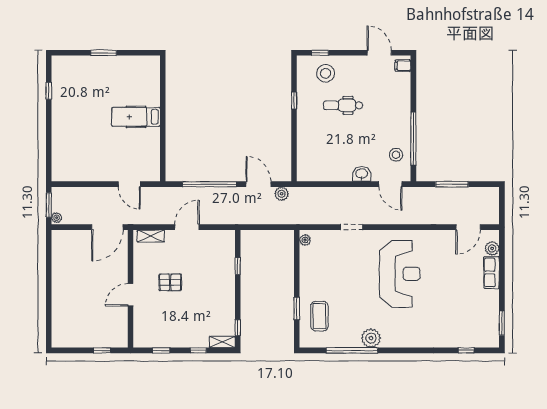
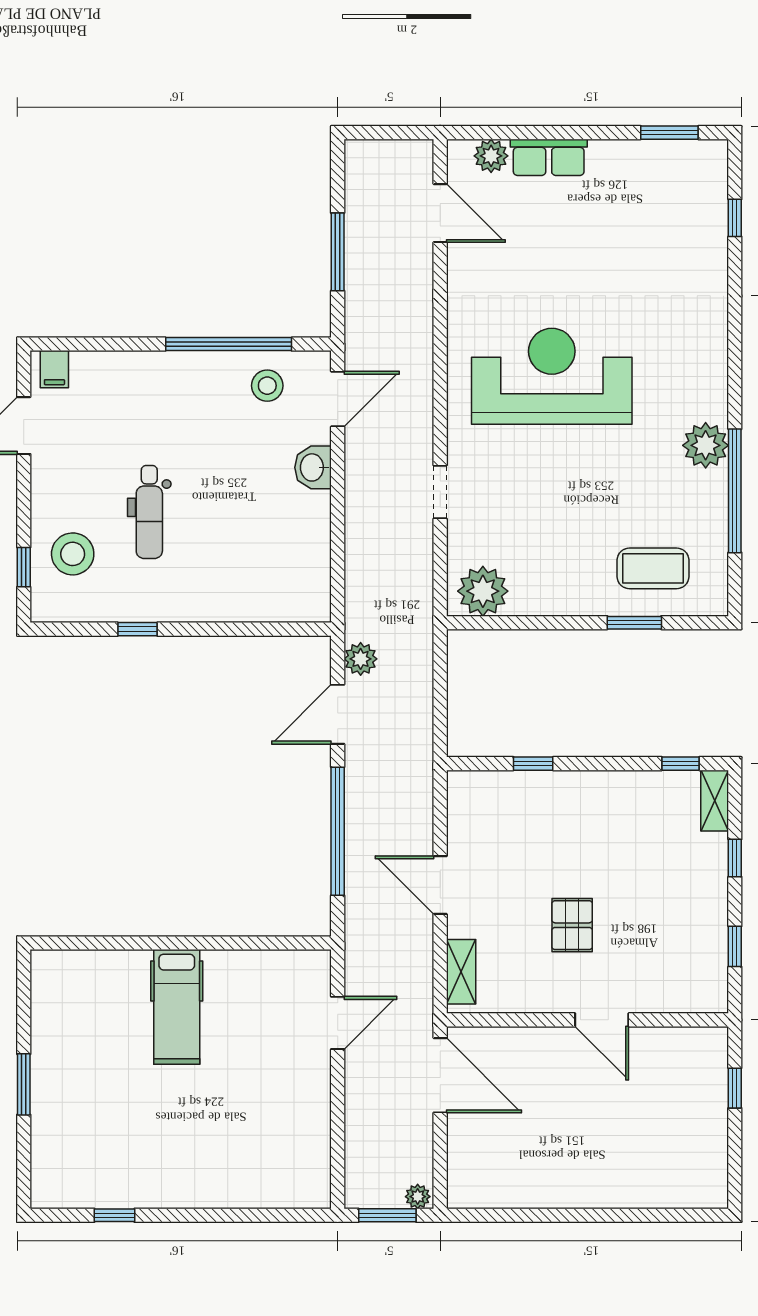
plant: (305, 240) -> (483, 591), width x1.87, depth x1.87

